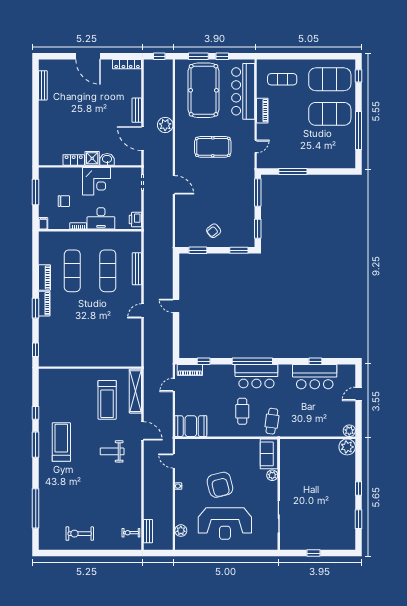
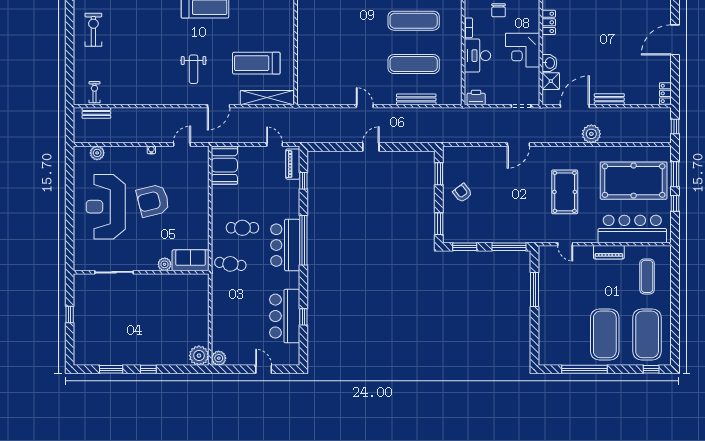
locker: (127, 64) -> (665, 93), width x0.66
shower: (92, 158) -> (551, 81), moved
weight bench: (112, 451) -> (194, 69), turned 180

